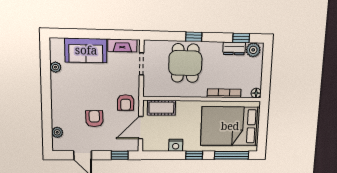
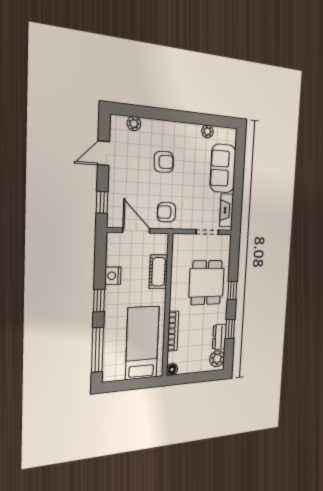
window: (241, 38) -> (230, 329), moved
dining table: (185, 63) -> (207, 283), turned 90
cot: (161, 108) -> (159, 272), moved
armchair: (94, 119) -> (164, 162), moved
bed: (230, 126) -> (142, 343), width x0.67

